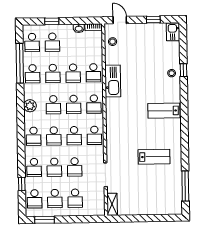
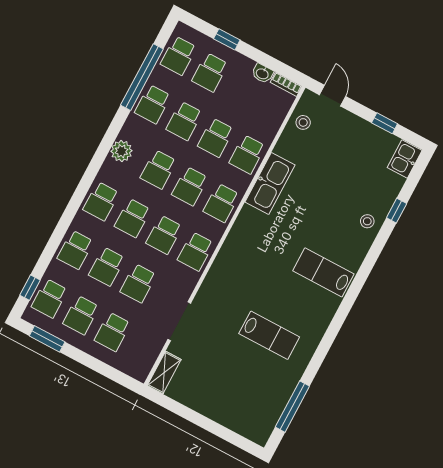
window: (183, 70) -> (397, 211), moved
window: (22, 184) -> (30, 288), moved

